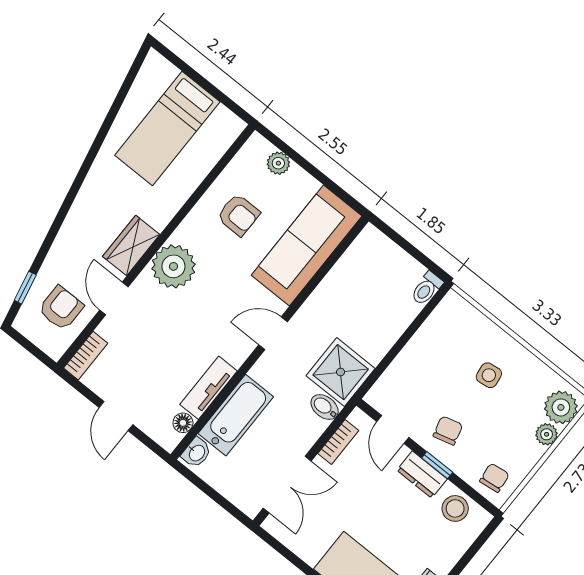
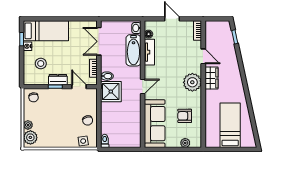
armchair: (61, 308) -> (218, 40), removed
side table: (489, 375) -> (83, 141), moved
chair: (448, 431) -> (88, 120), moved
stool: (455, 508) -> (41, 63), moved

